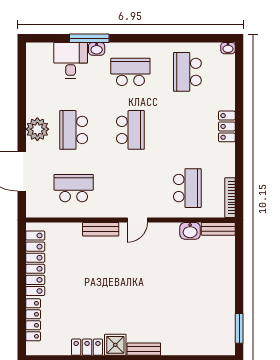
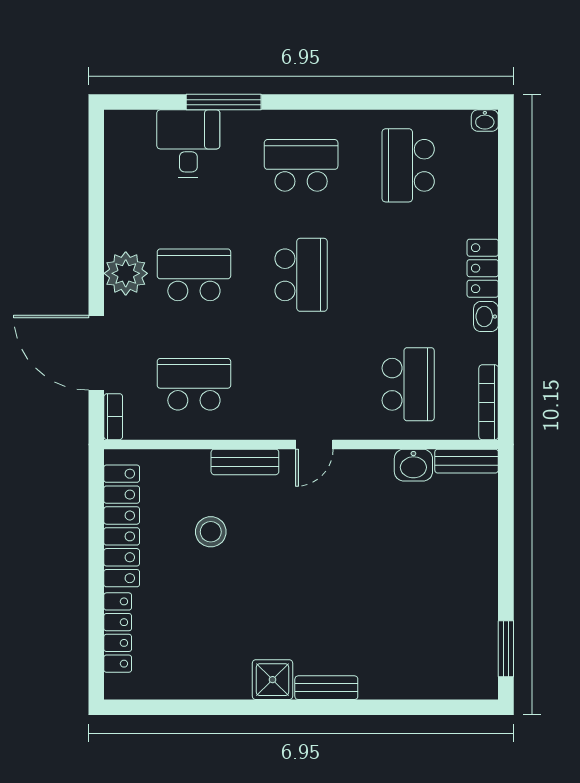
washbasin: (97, 49) -> (486, 317), moved, turned 90
school desk: (74, 130) -> (194, 275), turned 90
bookcase: (31, 205) -> (113, 417), added
stool: (83, 266) -> (211, 532), added
locker: (87, 347) -> (219, 684), removed

